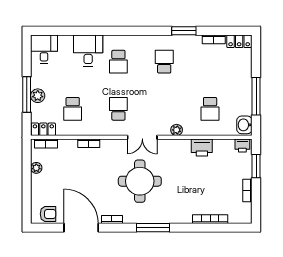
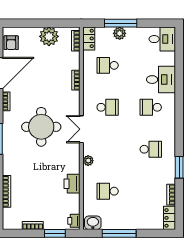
plant: (36, 168) -> (49, 36), width x1.88, depth x1.88

